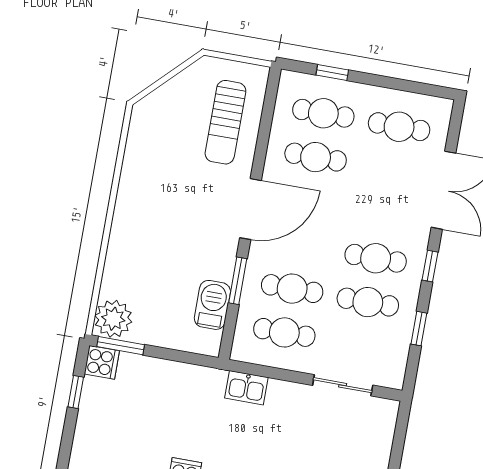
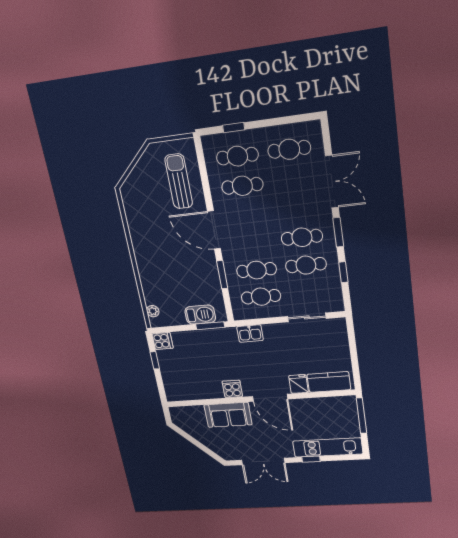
sun lounger: (225, 122) -> (179, 181), turned 180
door: (250, 209) -> (214, 230), swing flipped
window: (430, 266) -> (338, 232), width x1.50
barbecue: (212, 305) -> (200, 315), moved, turned 90
plant: (113, 319) -> (153, 311), width x0.53, depth x0.53
window: (121, 346) -> (210, 326), moved

